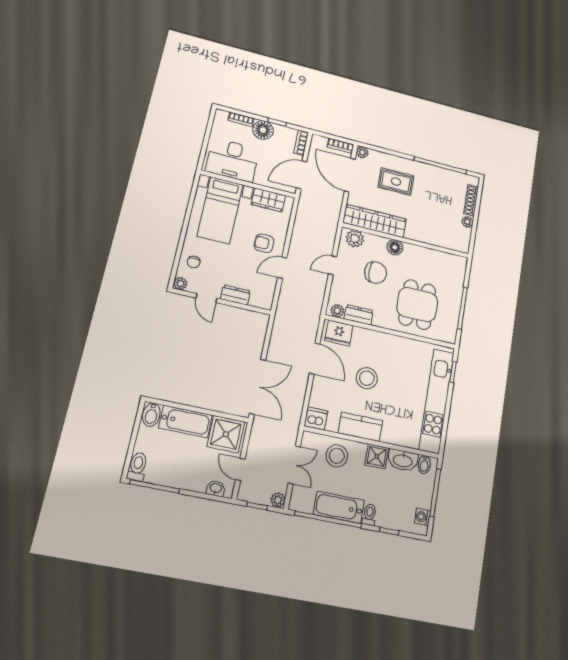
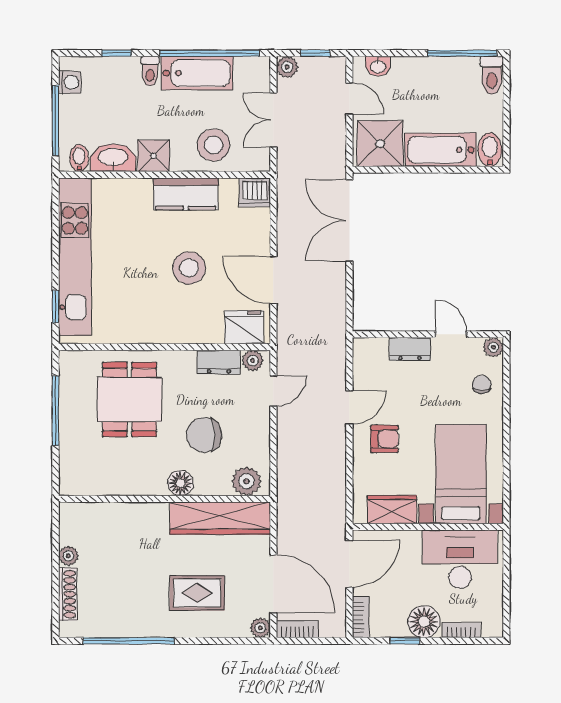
door: (333, 265) -> (273, 391), moved

